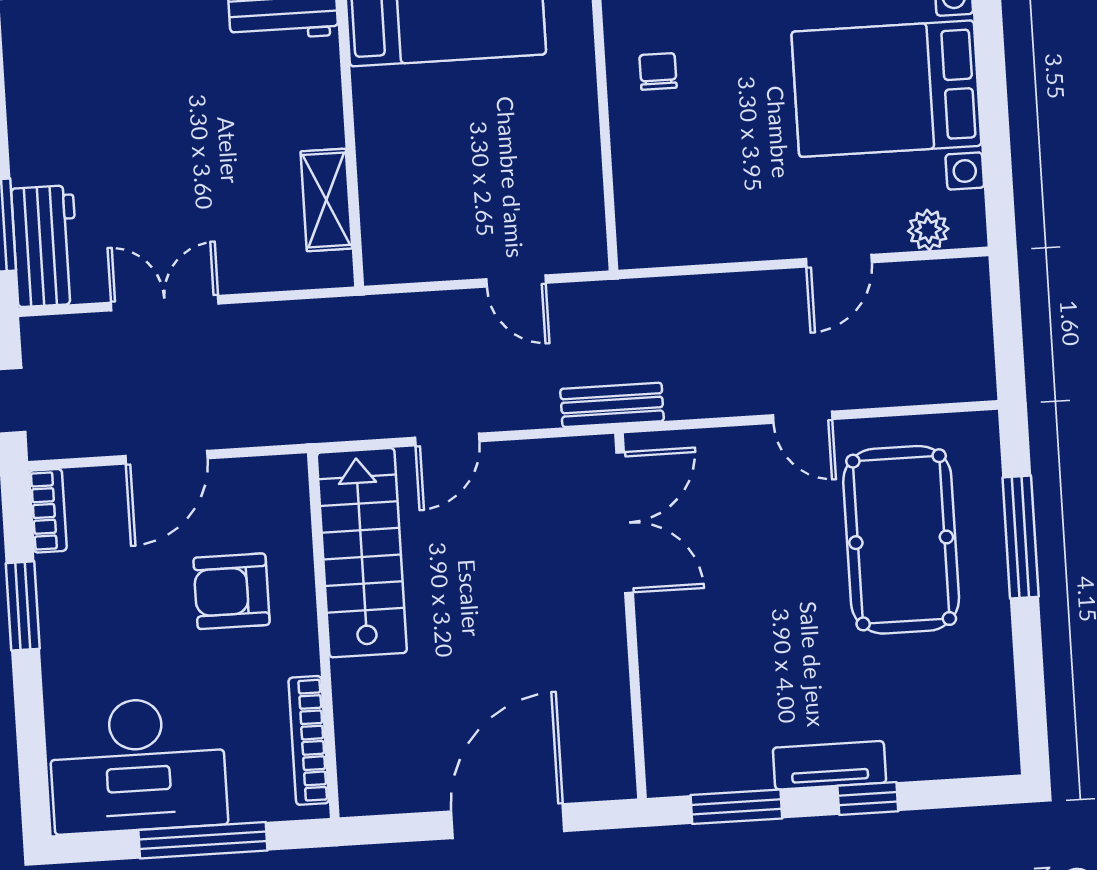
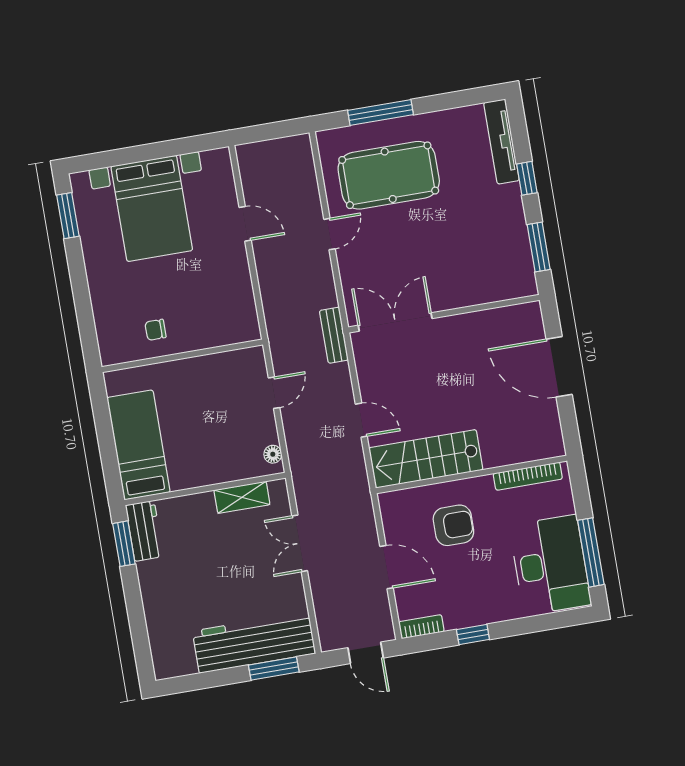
plant: (928, 230) -> (224, 178), removed
workbench: (45, 246) -> (254, 642), width x1.88, depth x1.32
floor lamp: (401, 267) -> (273, 454), added
double door: (165, 303) -> (300, 543), moved
armchair: (231, 591) -> (453, 525), turned -90
window: (23, 606) -> (473, 634), width x0.67
tv unit: (830, 765) -> (501, 142), moved, width x1.41
window: (203, 840) -> (591, 552), moved

